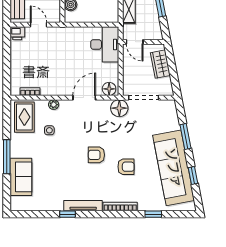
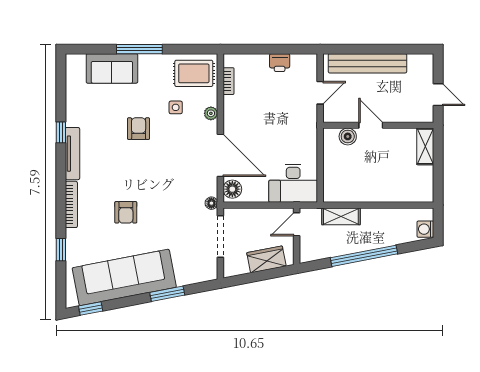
printer: (17, 33) -> (280, 63), moved, turned -90
door: (84, 98) -> (220, 155), width x1.36
floor lamp: (119, 108) -> (211, 203), width x0.53, depth x0.53
armchair: (96, 155) -> (139, 129), moved
window: (193, 176) -> (91, 309), moved

